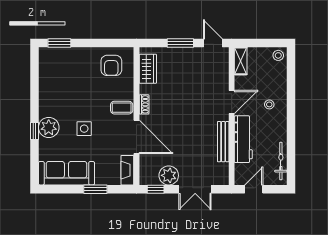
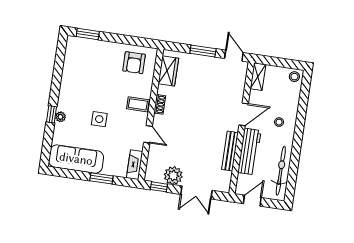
plant: (49, 127) -> (60, 117), width x0.53, depth x0.53
door: (136, 137) -> (148, 134), width x0.53
bicycle: (281, 161) -> (281, 171), width x1.37, depth x1.40

